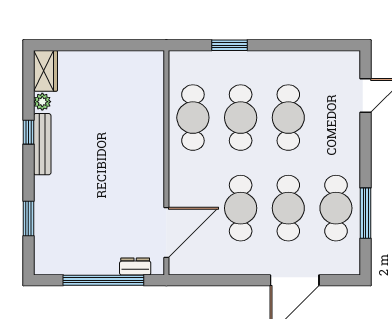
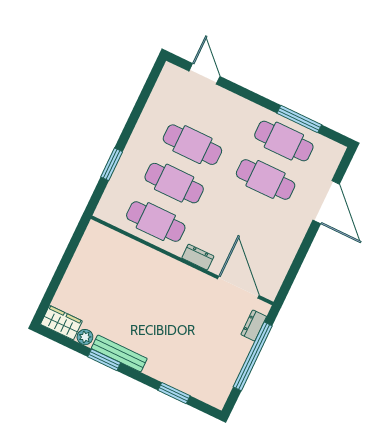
window: (28, 132) -> (104, 360), width x1.50
dresser: (177, 177) -> (198, 257), added
cafe table: (241, 208) -> (247, 218), removed

